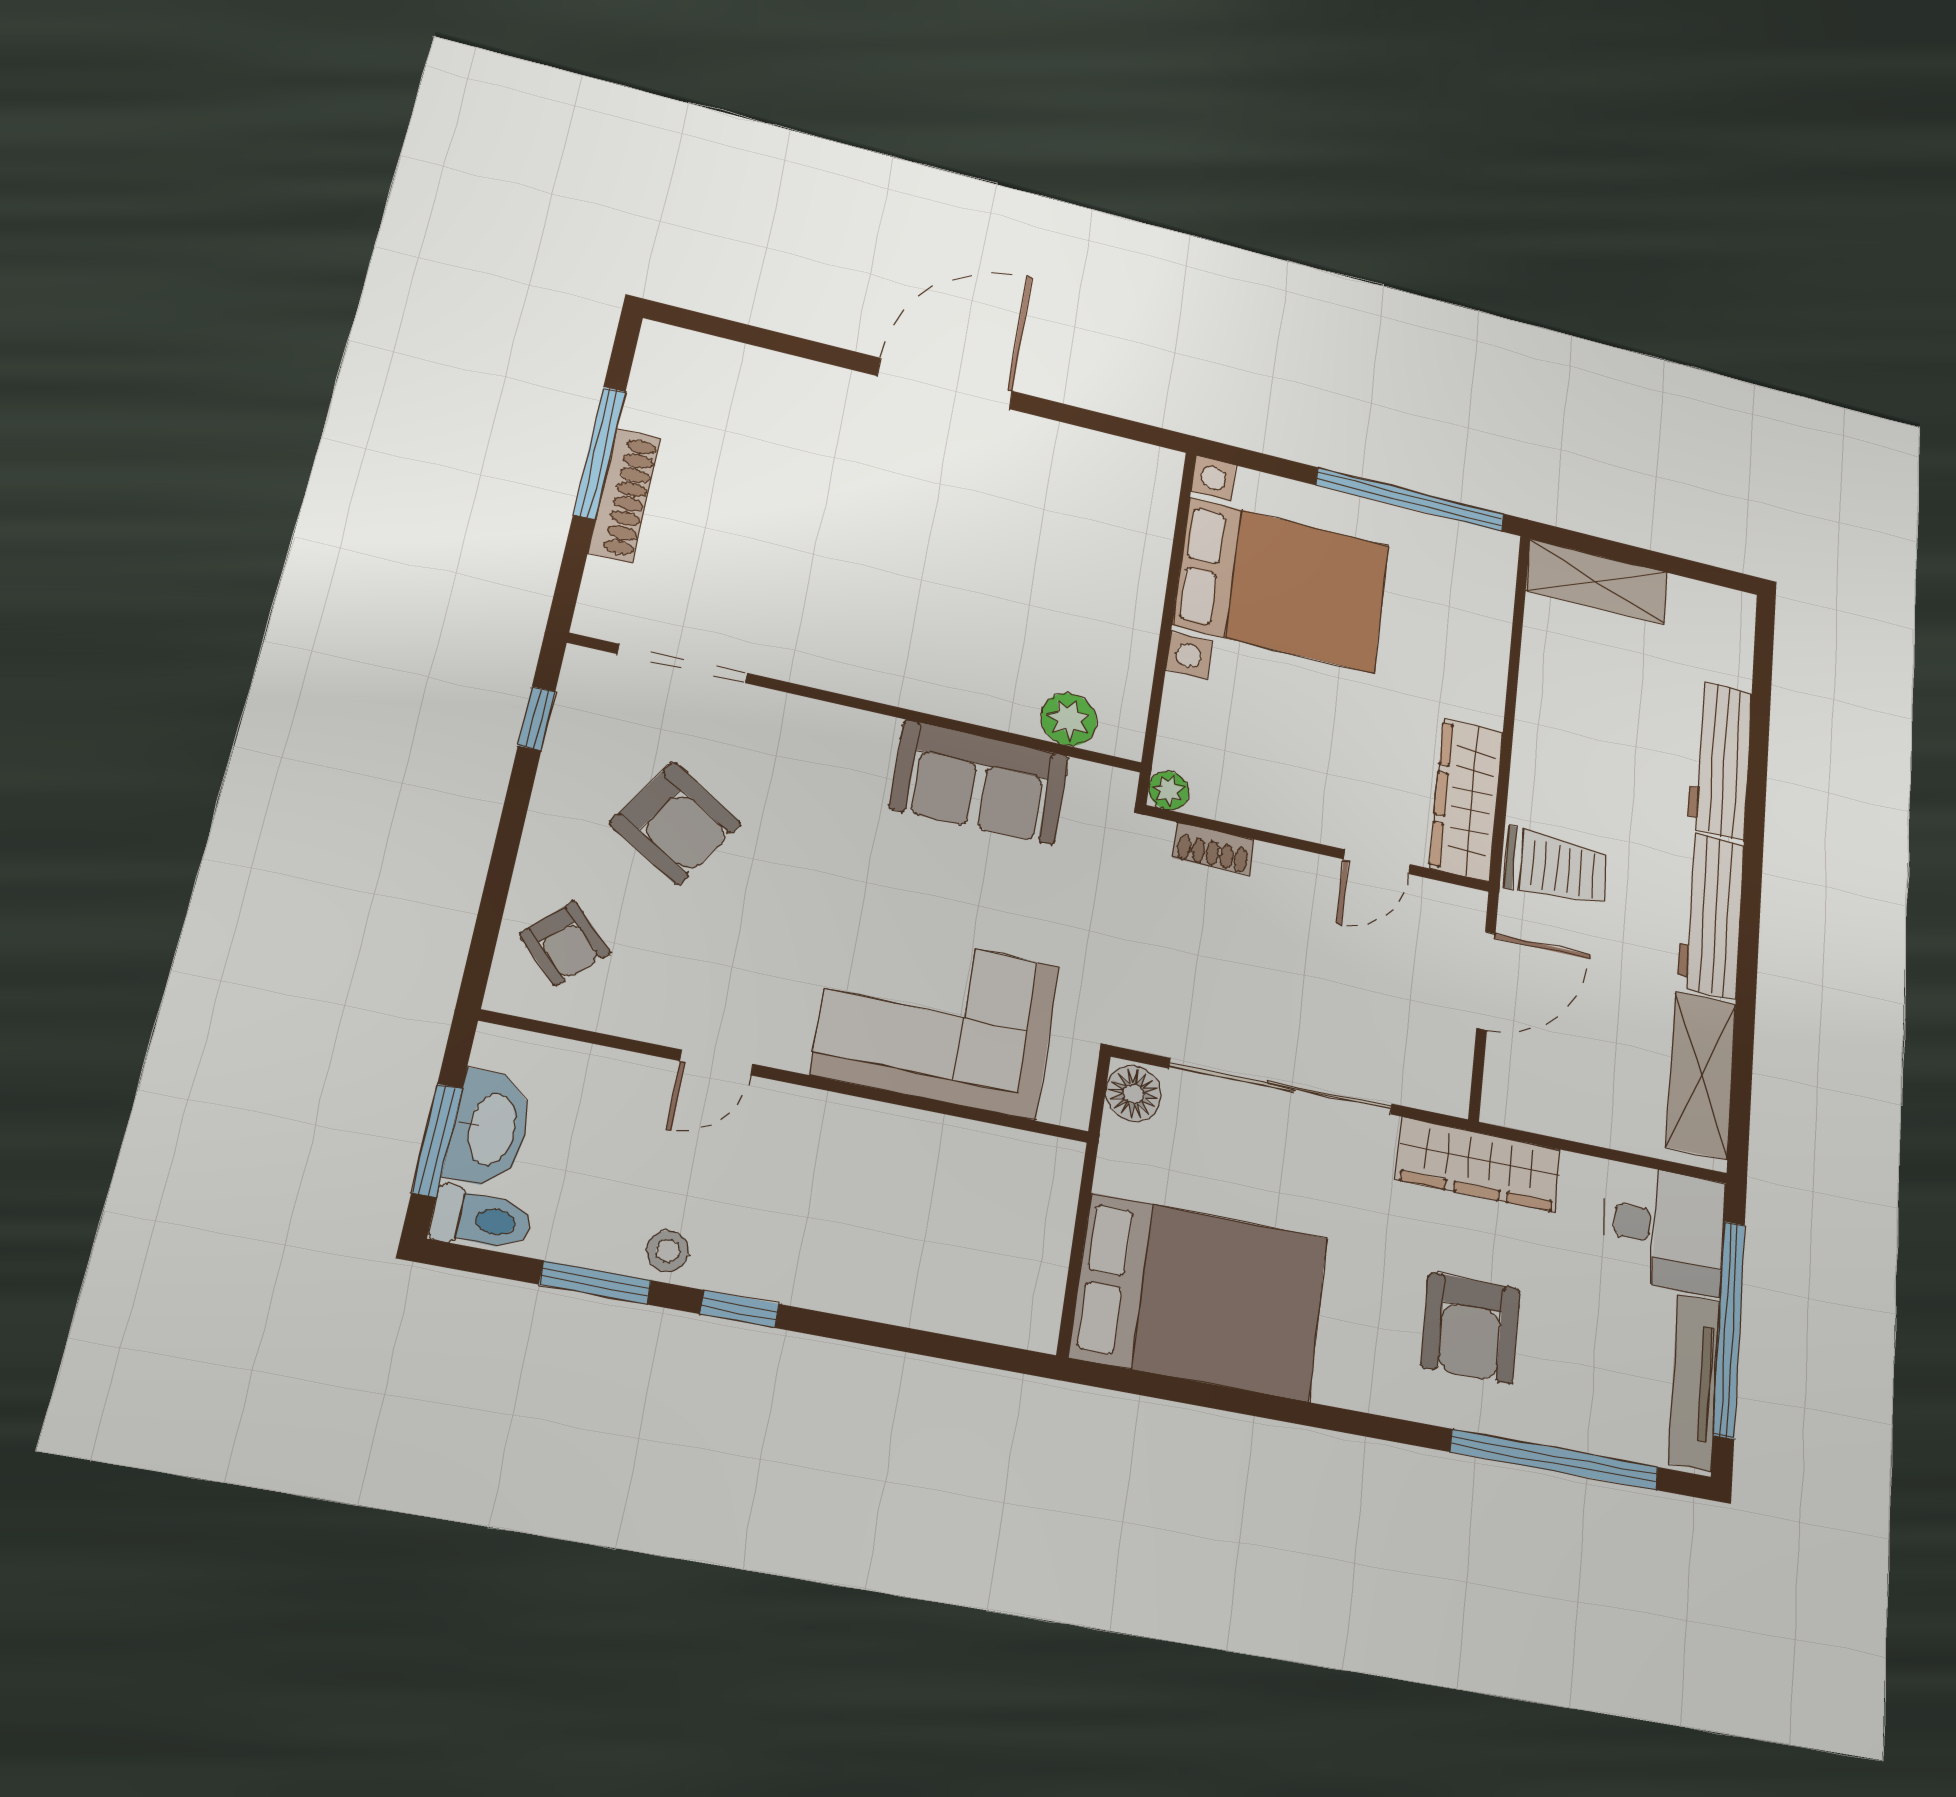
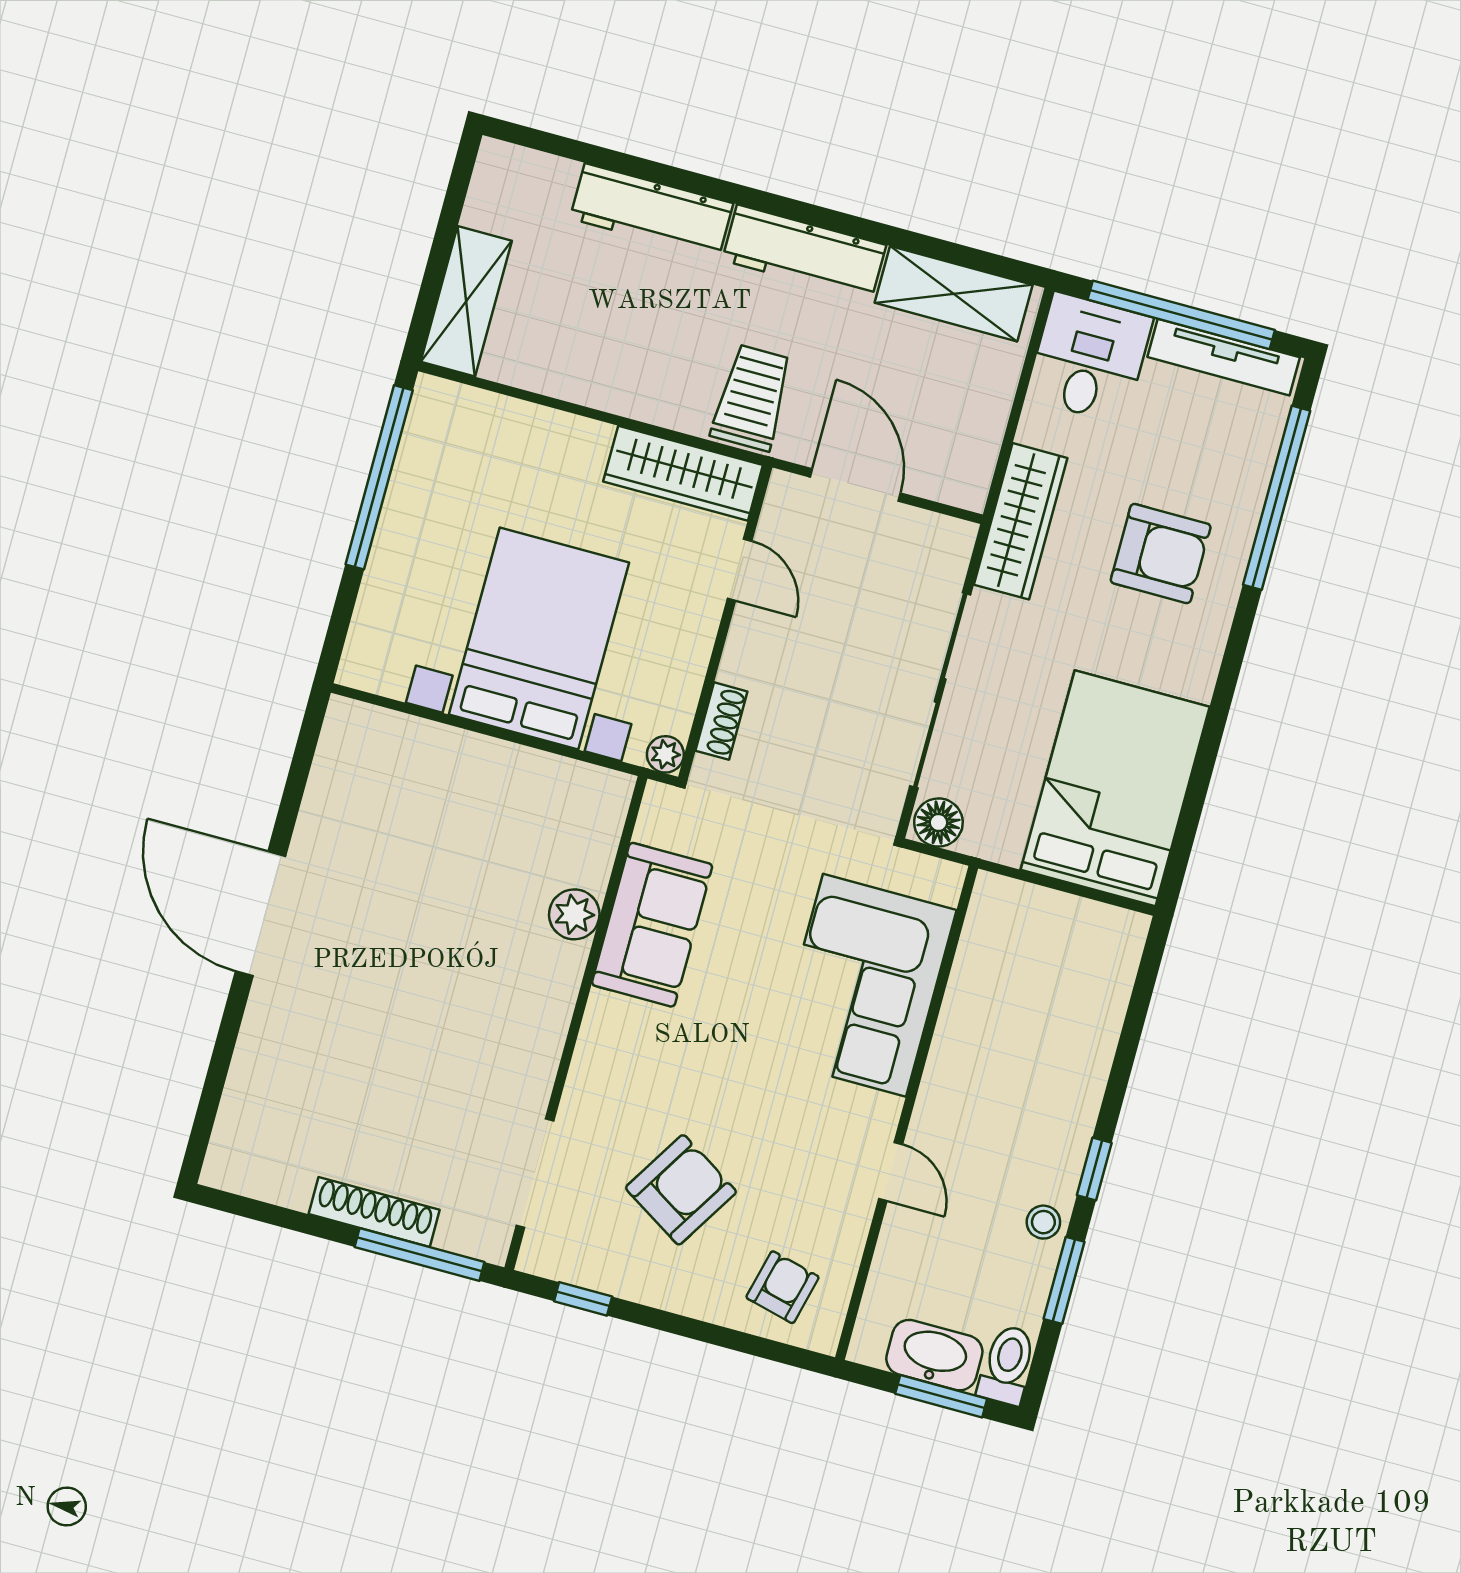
window: (599, 453) -> (419, 1254), moved
bed with nightstands: (1282, 585) -> (539, 638), moved
plant: (1069, 719) -> (574, 914), moved
armchair: (565, 943) -> (783, 1287), turned -31

